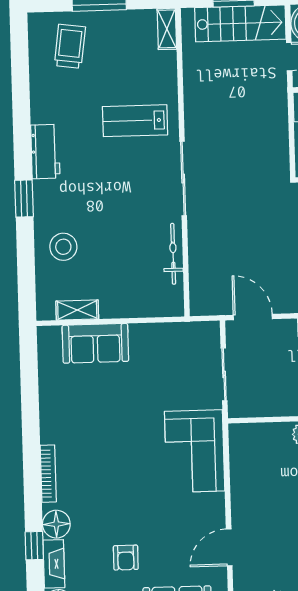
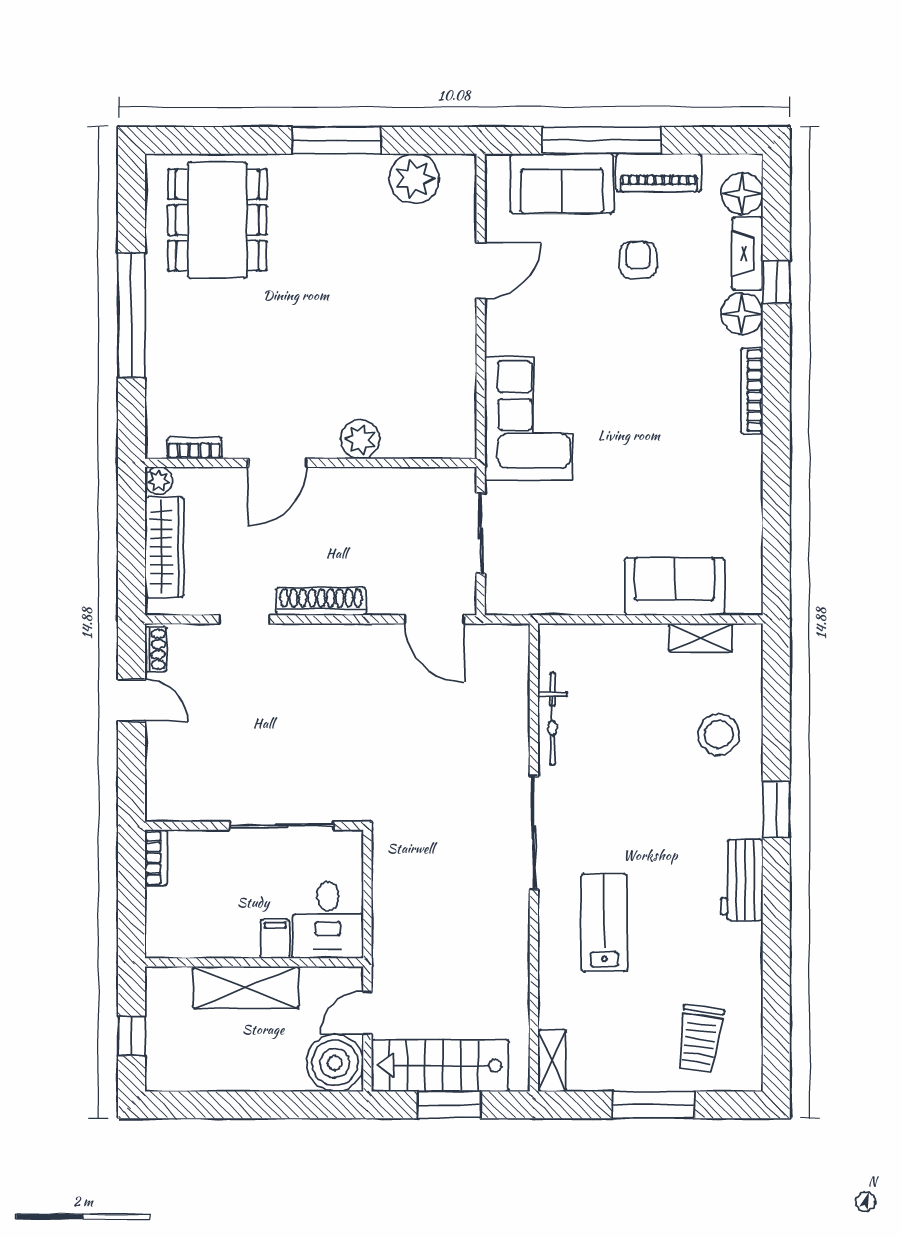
lab bench: (135, 121) -> (604, 923), turned -90

